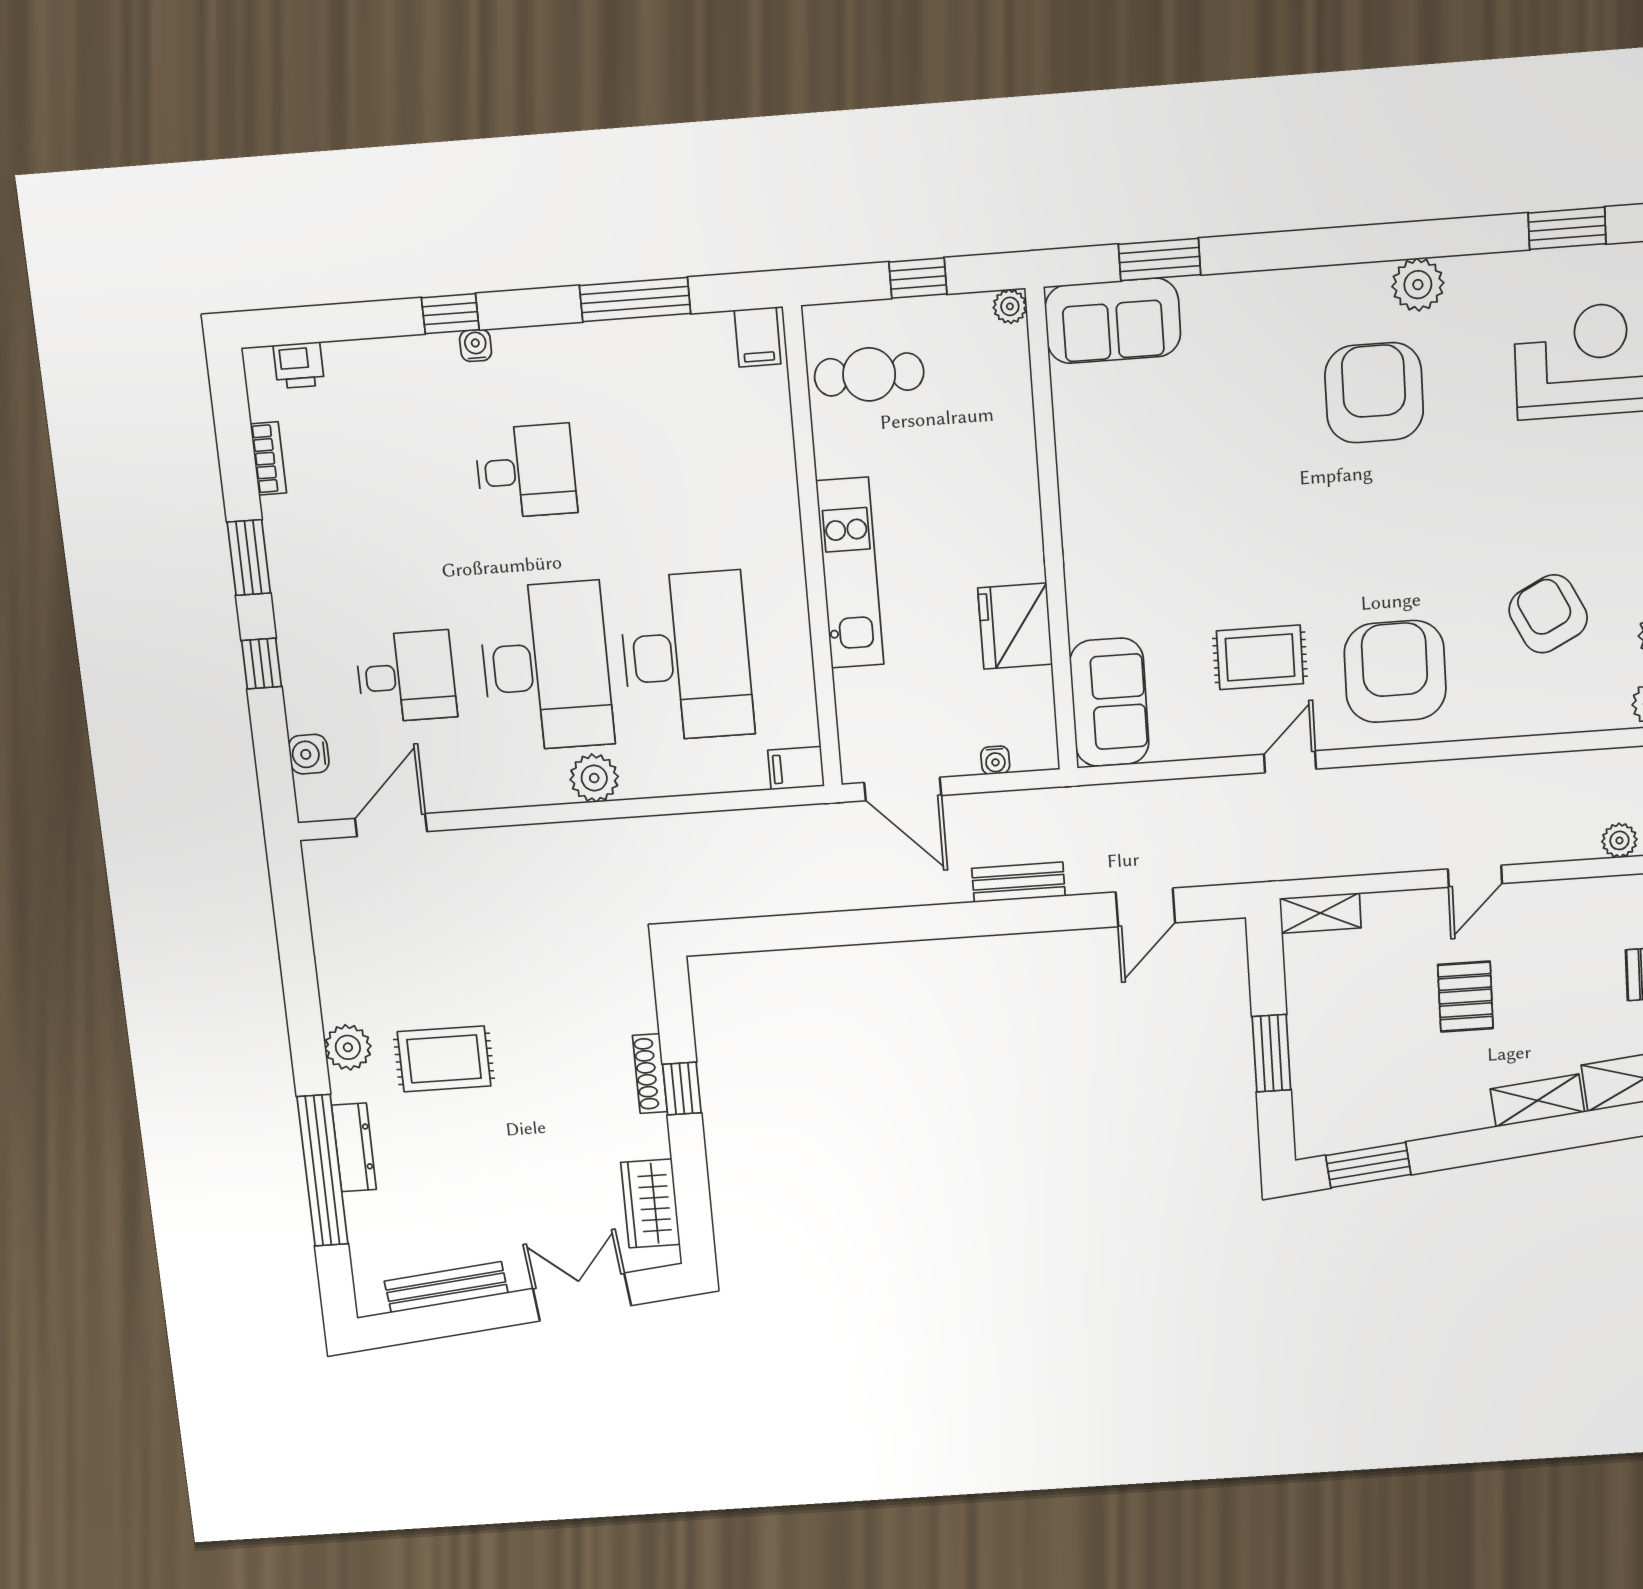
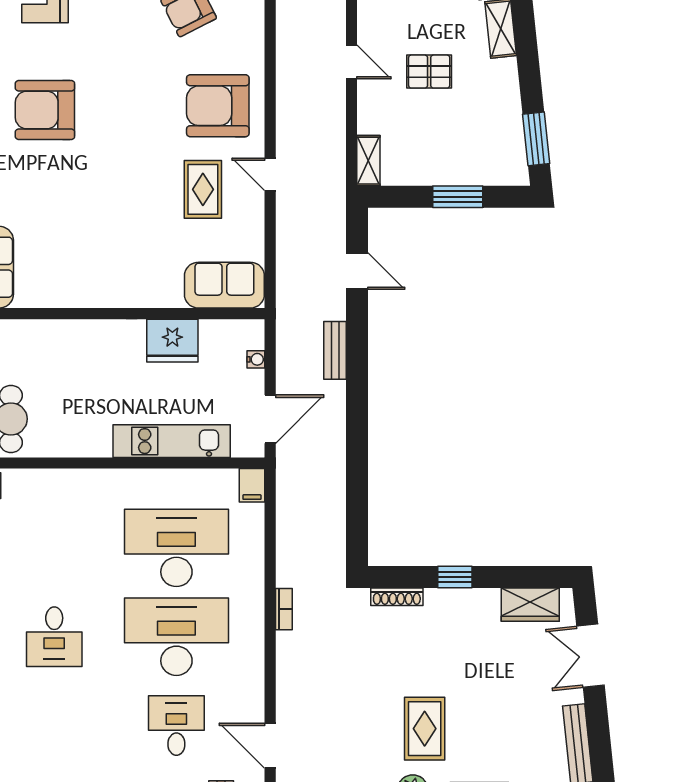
desk: (526, 471) -> (54, 637), turned 180
kitchen unit: (850, 573) -> (172, 441), moved
plant: (594, 778) -> (249, 613), removed
bookcase: (606, 831) -> (284, 609), added
shoe rack: (650, 1074) -> (397, 597), moved

